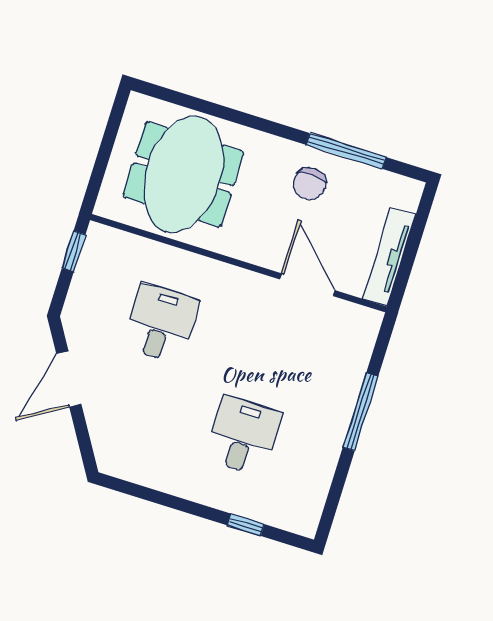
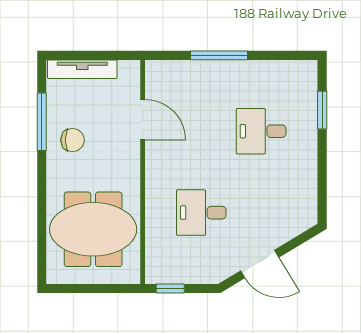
tv unit: (389, 257) -> (82, 69), moved
door: (307, 285) -> (143, 120), swing flipped
window: (246, 525) -> (322, 110), width x1.50

